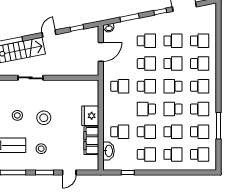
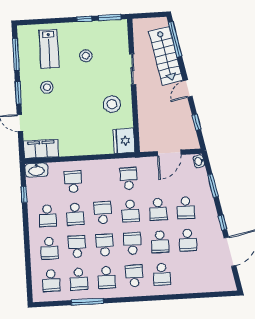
door: (49, 34) -> (188, 89), swing flipped
school desk: (200, 41) -> (190, 273), removed
door: (101, 52) -> (169, 153), hinge flipped
school desk: (120, 86) -> (129, 179), turned 180
school desk: (200, 86) -> (134, 276), turned 180
fridge: (90, 116) -> (124, 141), moved, turned -90
stool: (44, 118) -> (112, 104), moved
school desk: (120, 132) -> (73, 182), turned 180
school desk: (173, 132) -> (77, 247), turned 180
filing cabinet: (91, 141) -> (41, 149), moved
washbasin: (108, 151) -> (36, 170), moved

